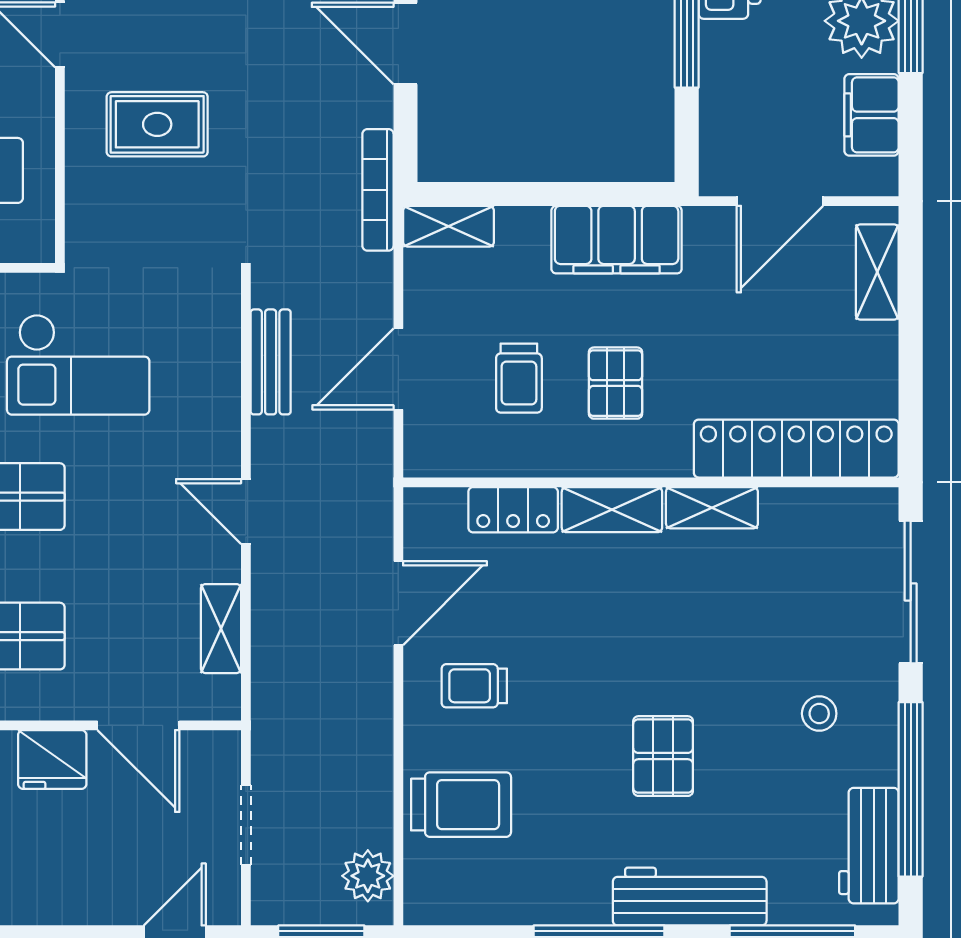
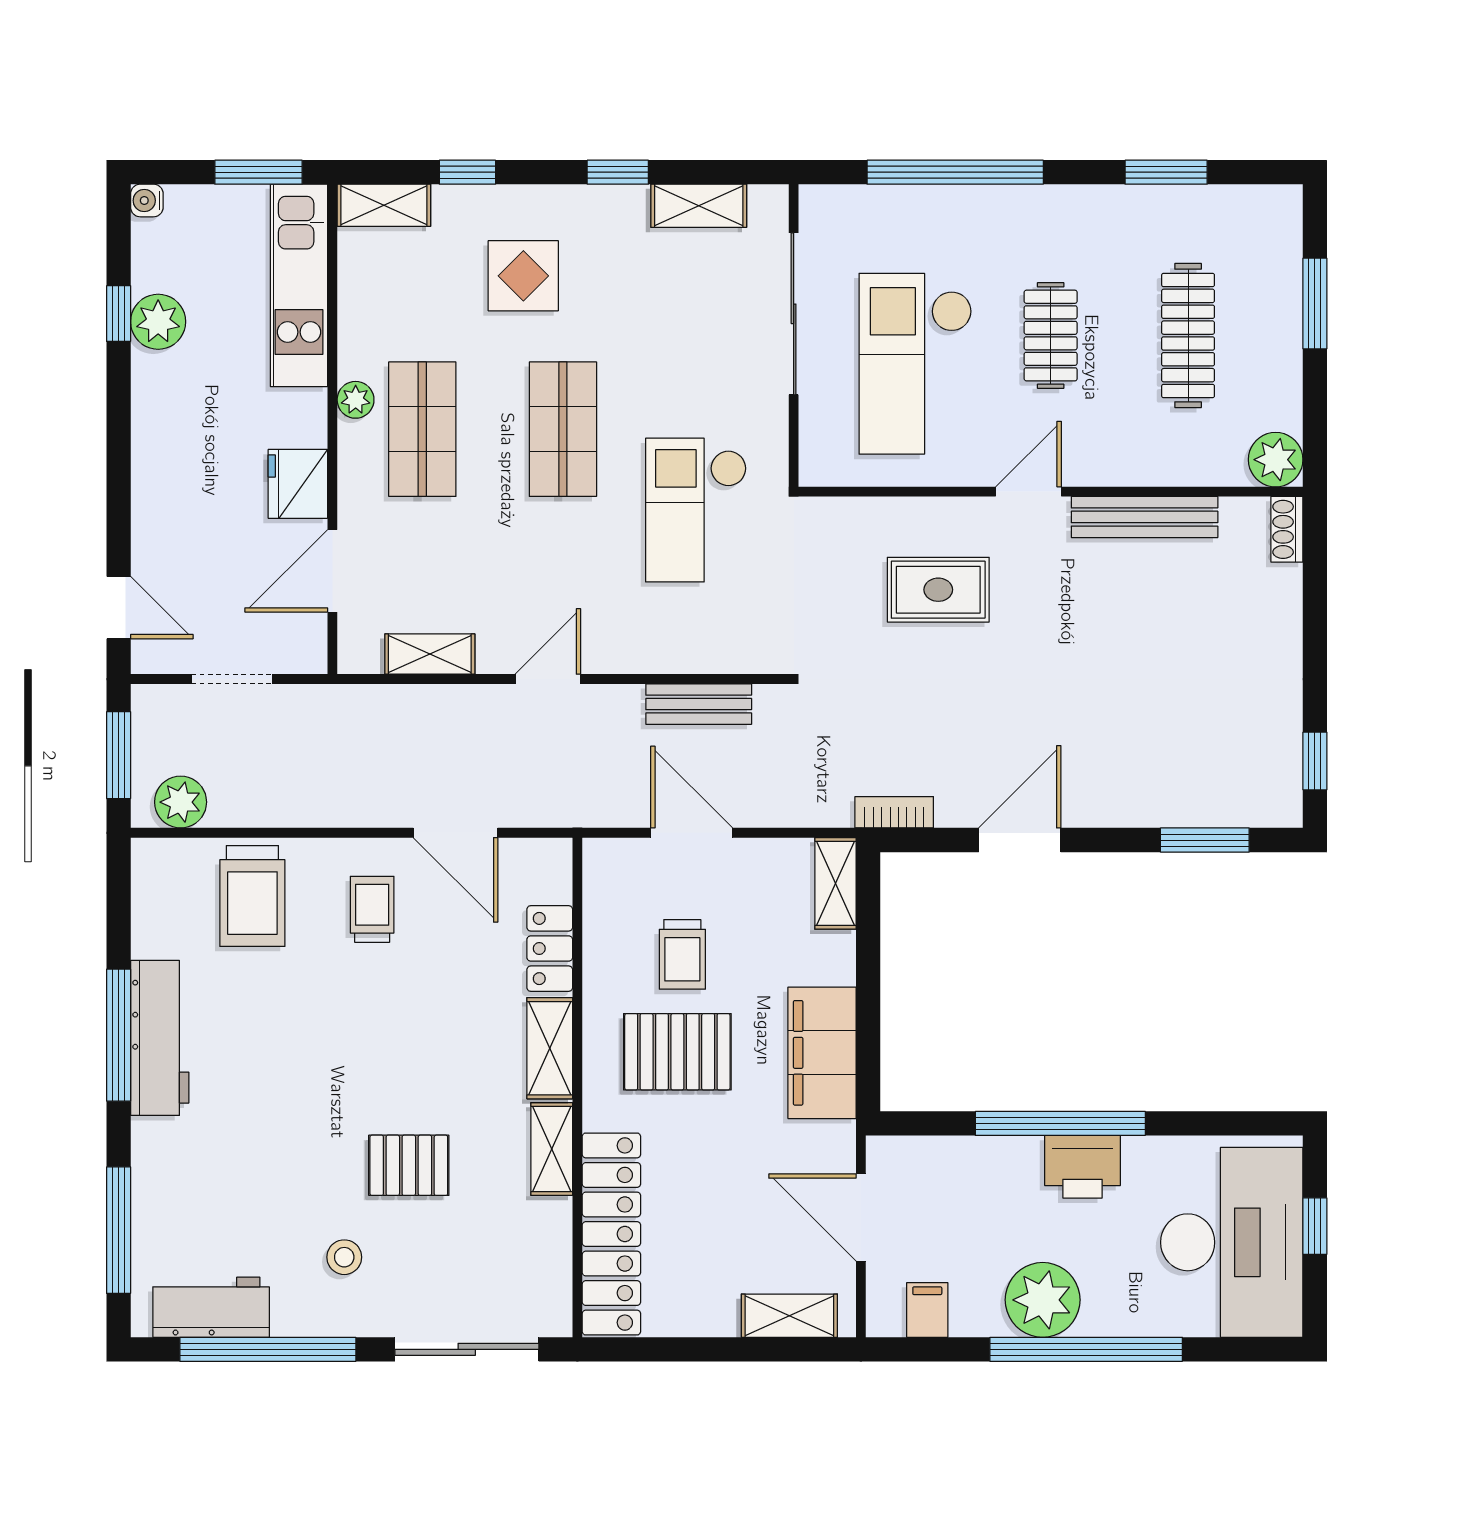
filing cabinet: (872, 115) -> (927, 1310), width x0.50
rug: (157, 124) -> (938, 590), turned 90
bookcase: (378, 190) -> (894, 812), width x0.64
trolley: (519, 378) -> (682, 954), turned -90
pallet: (616, 383) -> (677, 1052), width x1.50, depth x1.42
pallet: (663, 756) -> (409, 1165), moved
workbench: (690, 897) -> (160, 1038), moved

